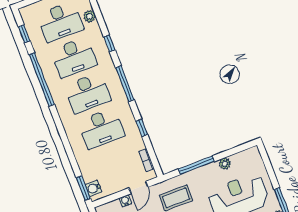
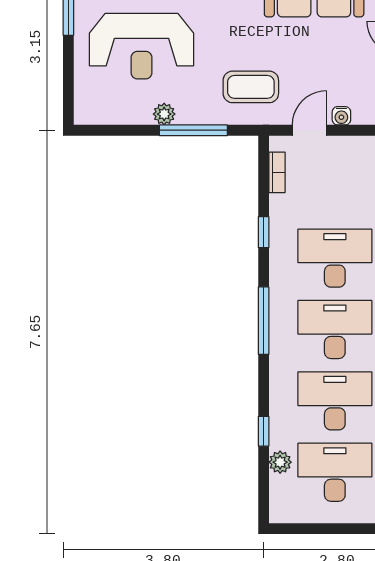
window: (109, 43) -> (264, 431), moved
plant: (225, 164) -> (164, 114), moved

